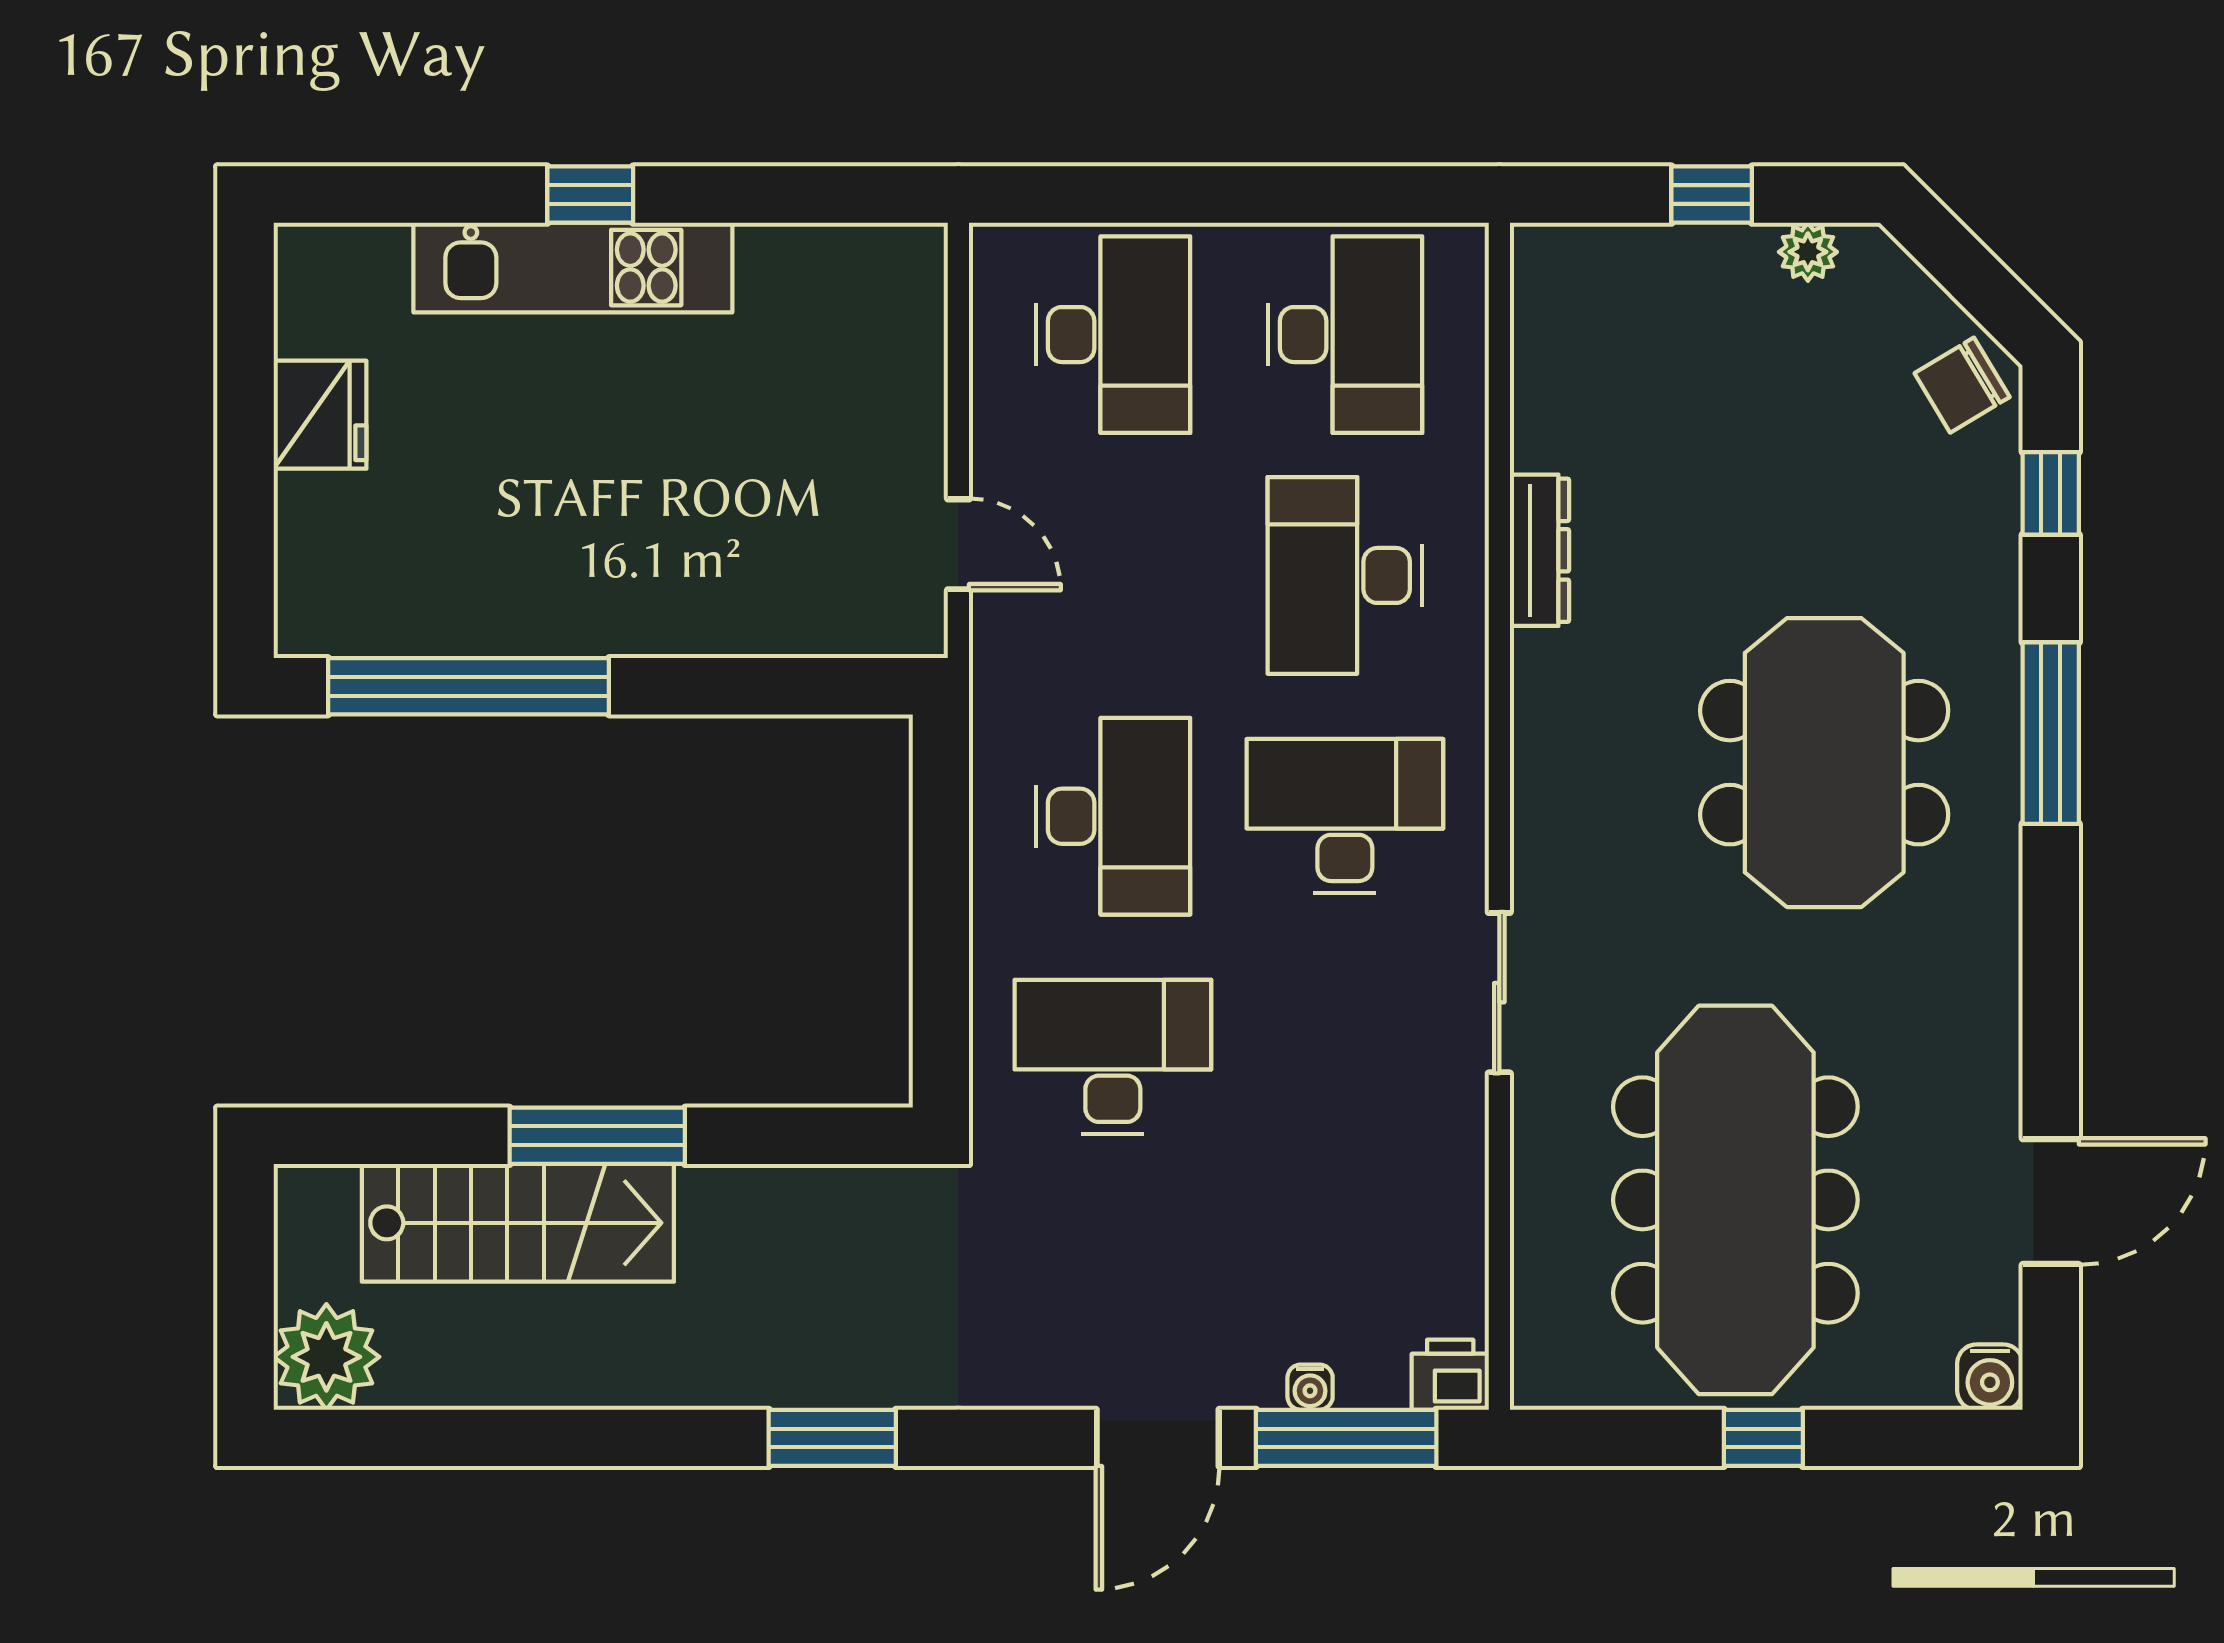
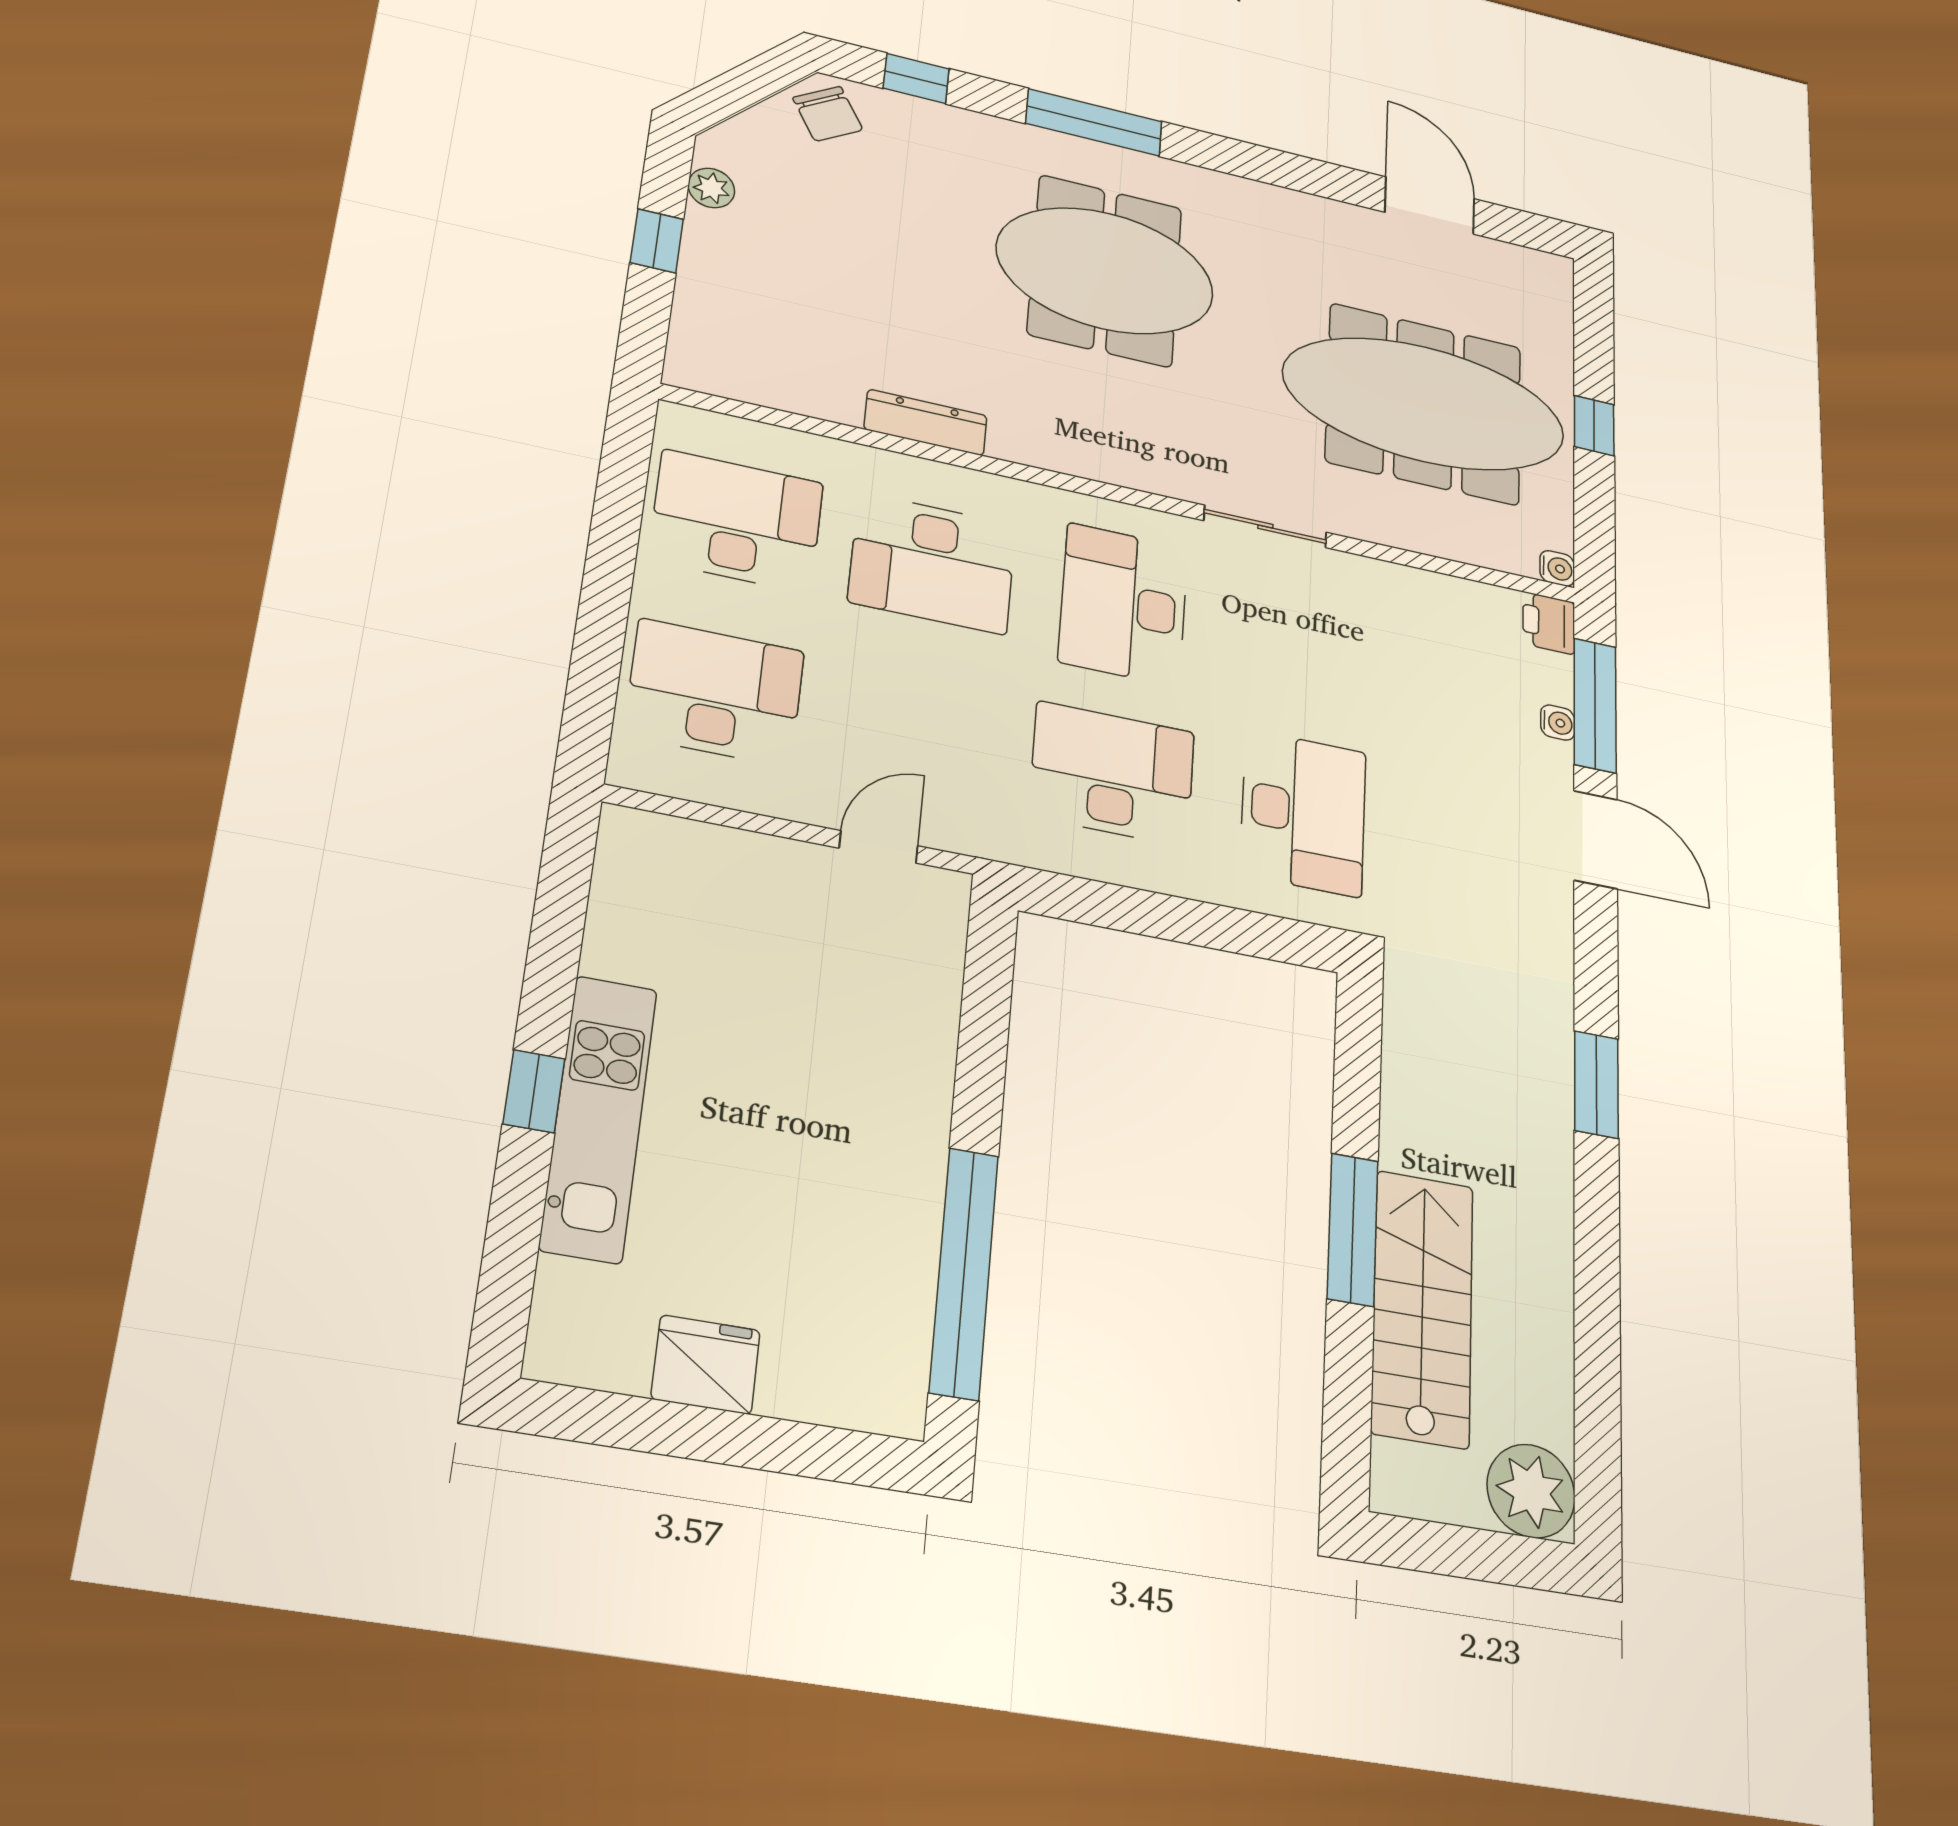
desk: (1113, 1057) -> (1303, 813), turned 180
water cooler: (1990, 1377) -> (1557, 568), moved, width x0.72, depth x0.72

